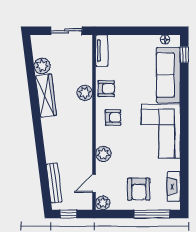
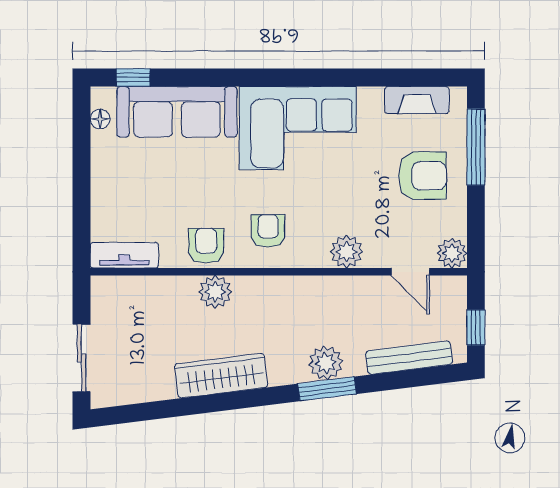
sliding door: (66, 31) -> (81, 358), moved
plant: (42, 66) -> (326, 363), moved
window: (40, 145) -> (327, 389), added

